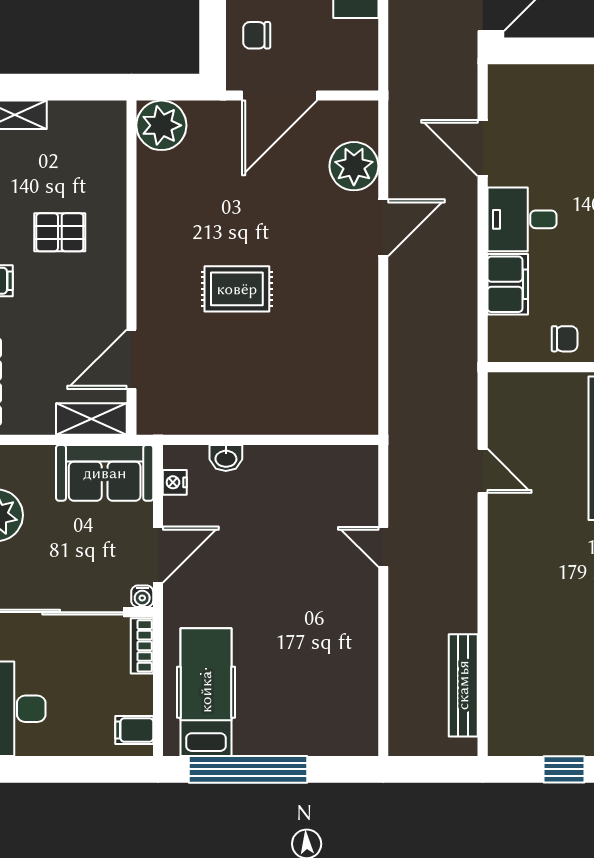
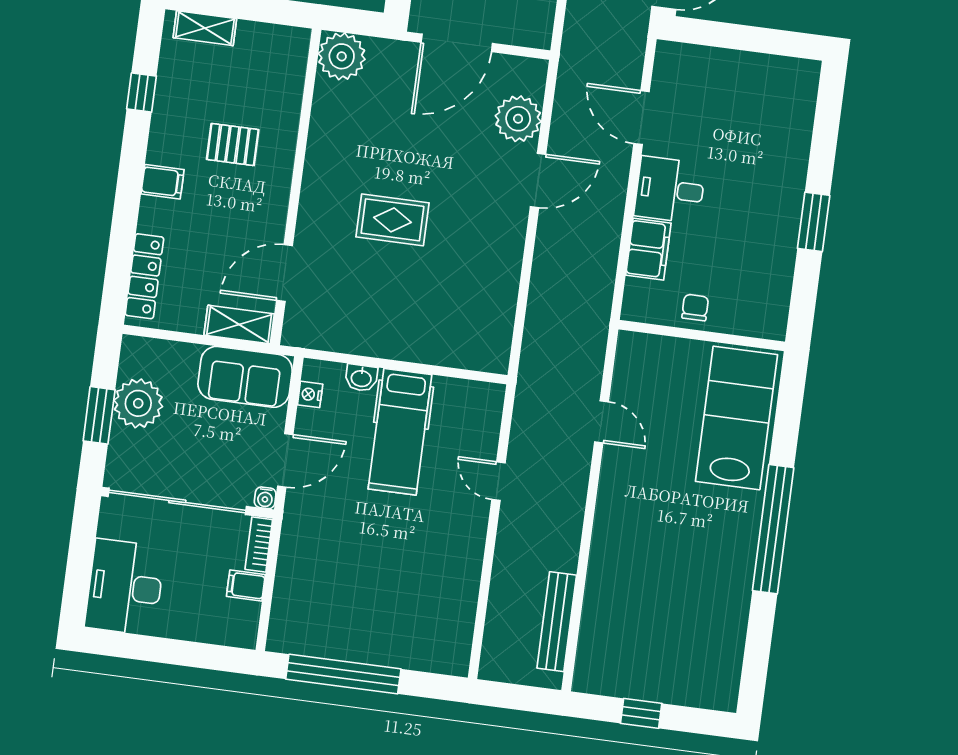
chair: (565, 339) -> (695, 308), turned -90
hospital bed: (206, 692) -> (400, 432), moved, turned 180
filing cabinet: (134, 730) -> (246, 585), moved

